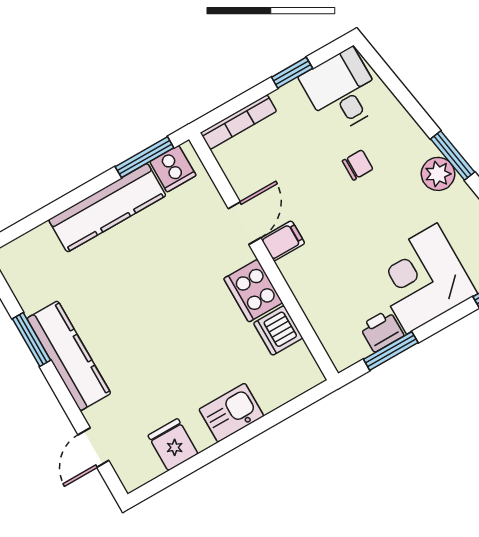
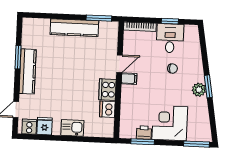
desk: (342, 91) -> (170, 38), moved
cooker: (173, 169) -> (29, 127), moved, turned 180

